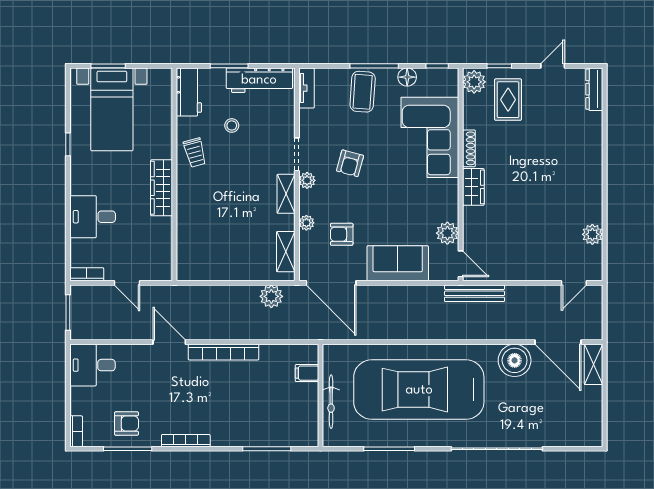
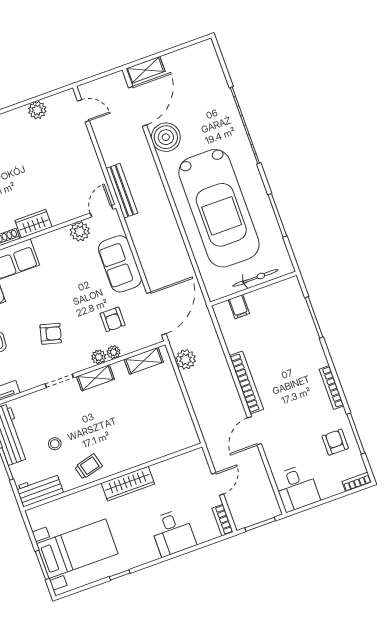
plant: (307, 180) -> (99, 357), moved

